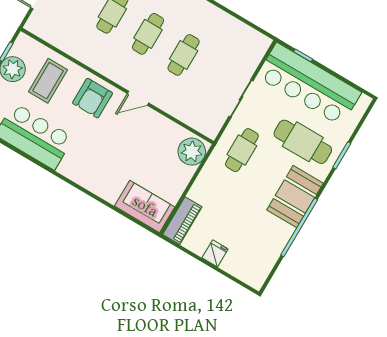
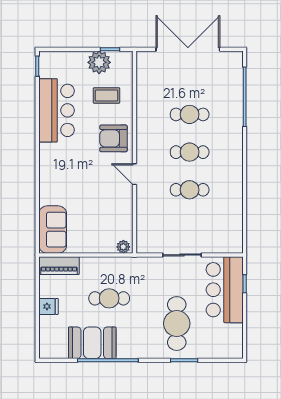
coffee table: (48, 81) -> (106, 95), width x0.73, depth x0.77
bar counter: (309, 84) -> (225, 290), width x0.73
cafe table: (242, 150) -> (109, 298), moved
plant: (192, 152) -> (123, 247), width x0.53, depth x0.53
booth: (295, 197) -> (92, 343), moved

